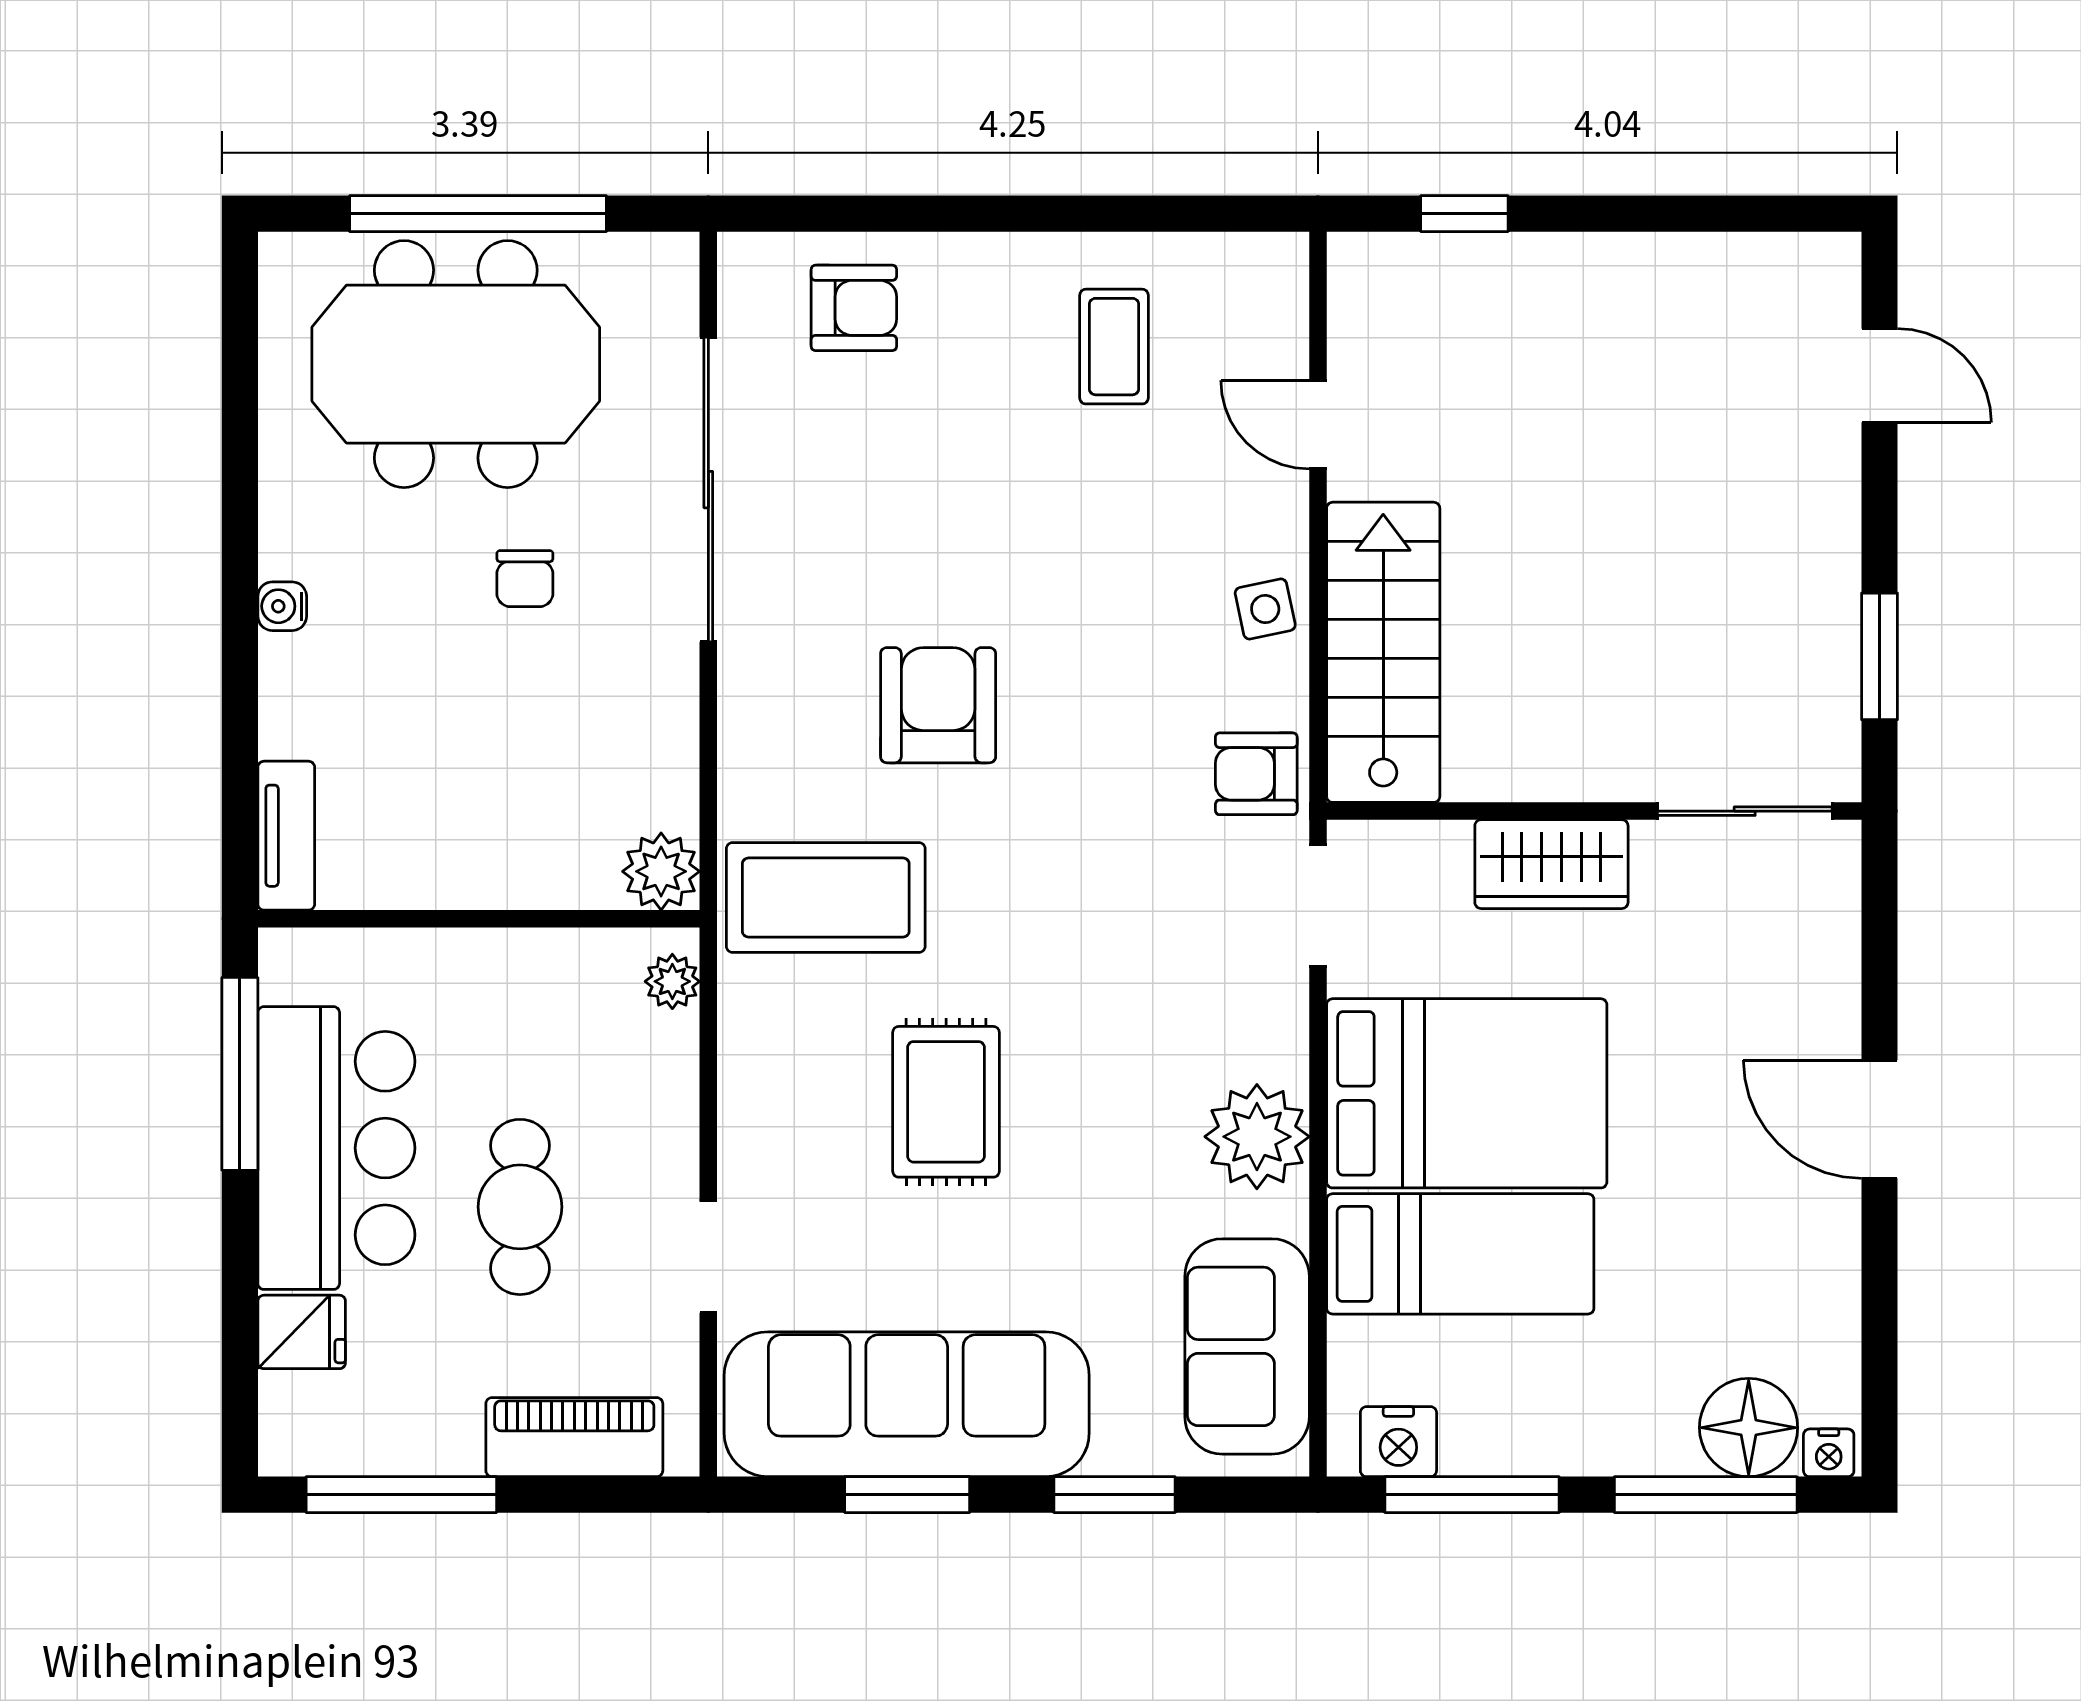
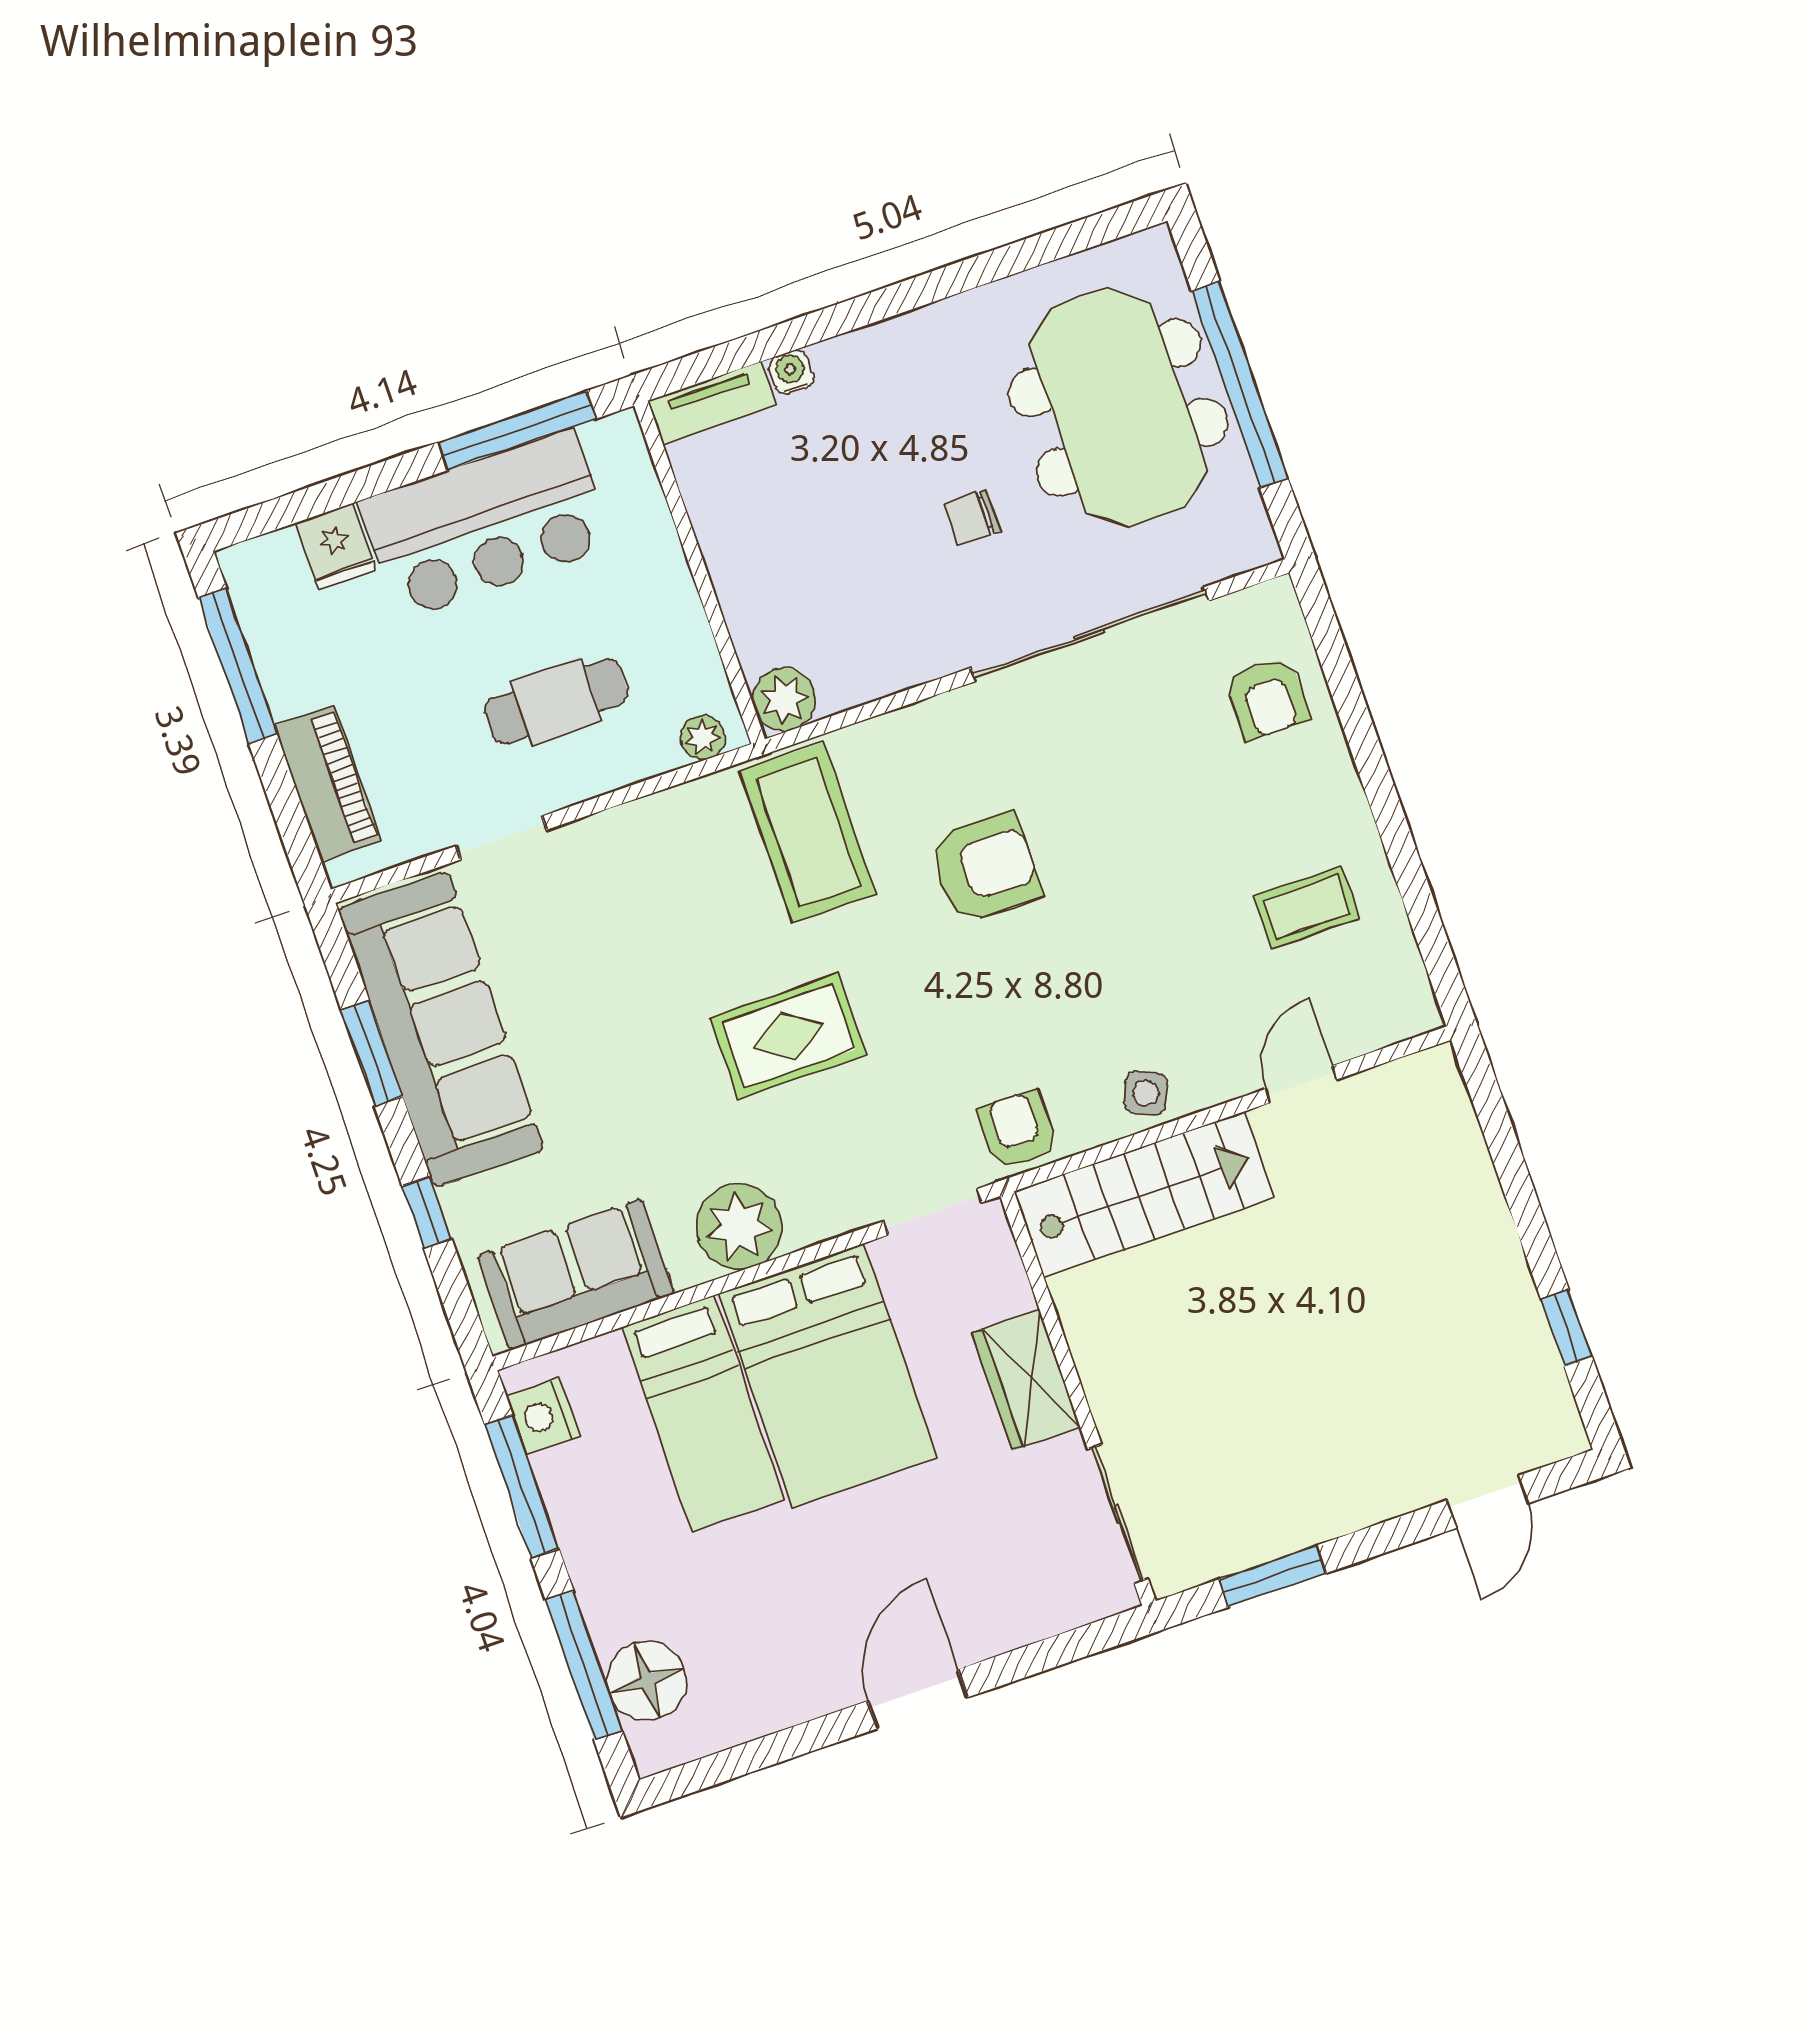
window: (1464, 214) -> (1566, 1328), moved
water cooler: (282, 606) -> (791, 372), moved
side table: (1265, 609) -> (1146, 1093), turned 36
rug: (946, 1102) -> (788, 1036), moved
cafe table: (520, 1207) -> (556, 701), moved
nightstand: (1829, 1453) -> (649, 1749), removed
window: (1115, 1495) -> (427, 1212), width x0.67

